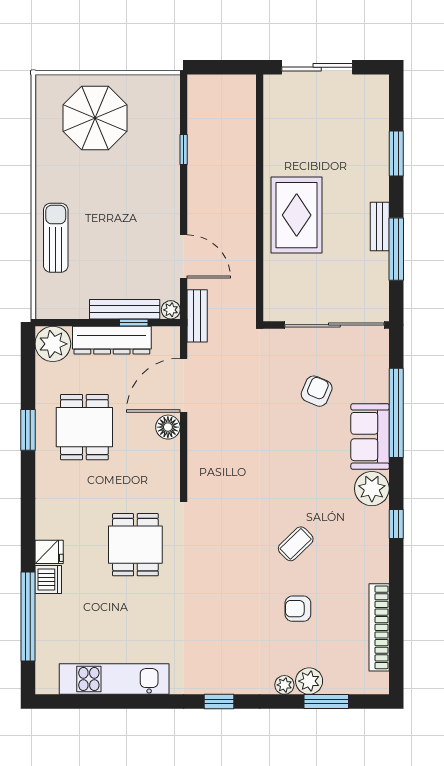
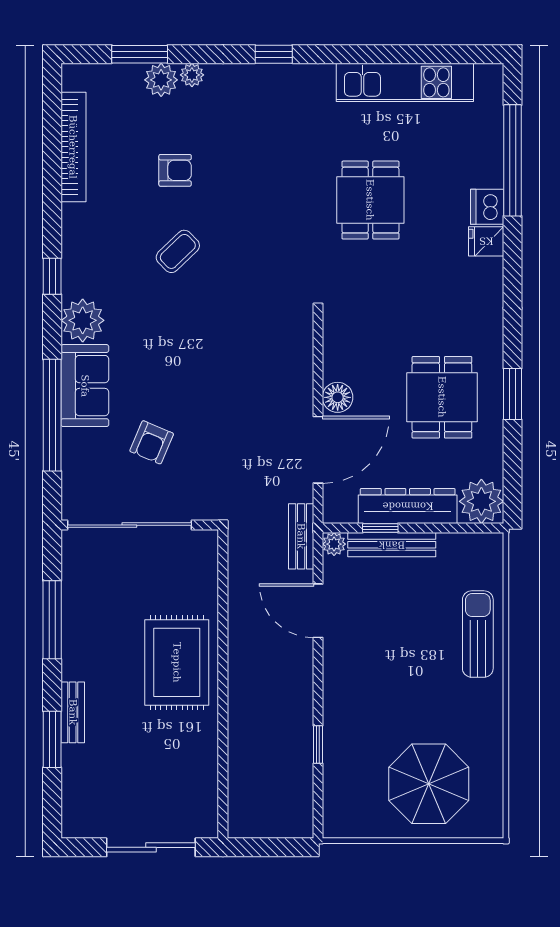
bench: (380, 227) -> (73, 712), moved
sun lounger: (56, 238) -> (478, 634), turned 180
dining table: (135, 545) -> (370, 200), moved

